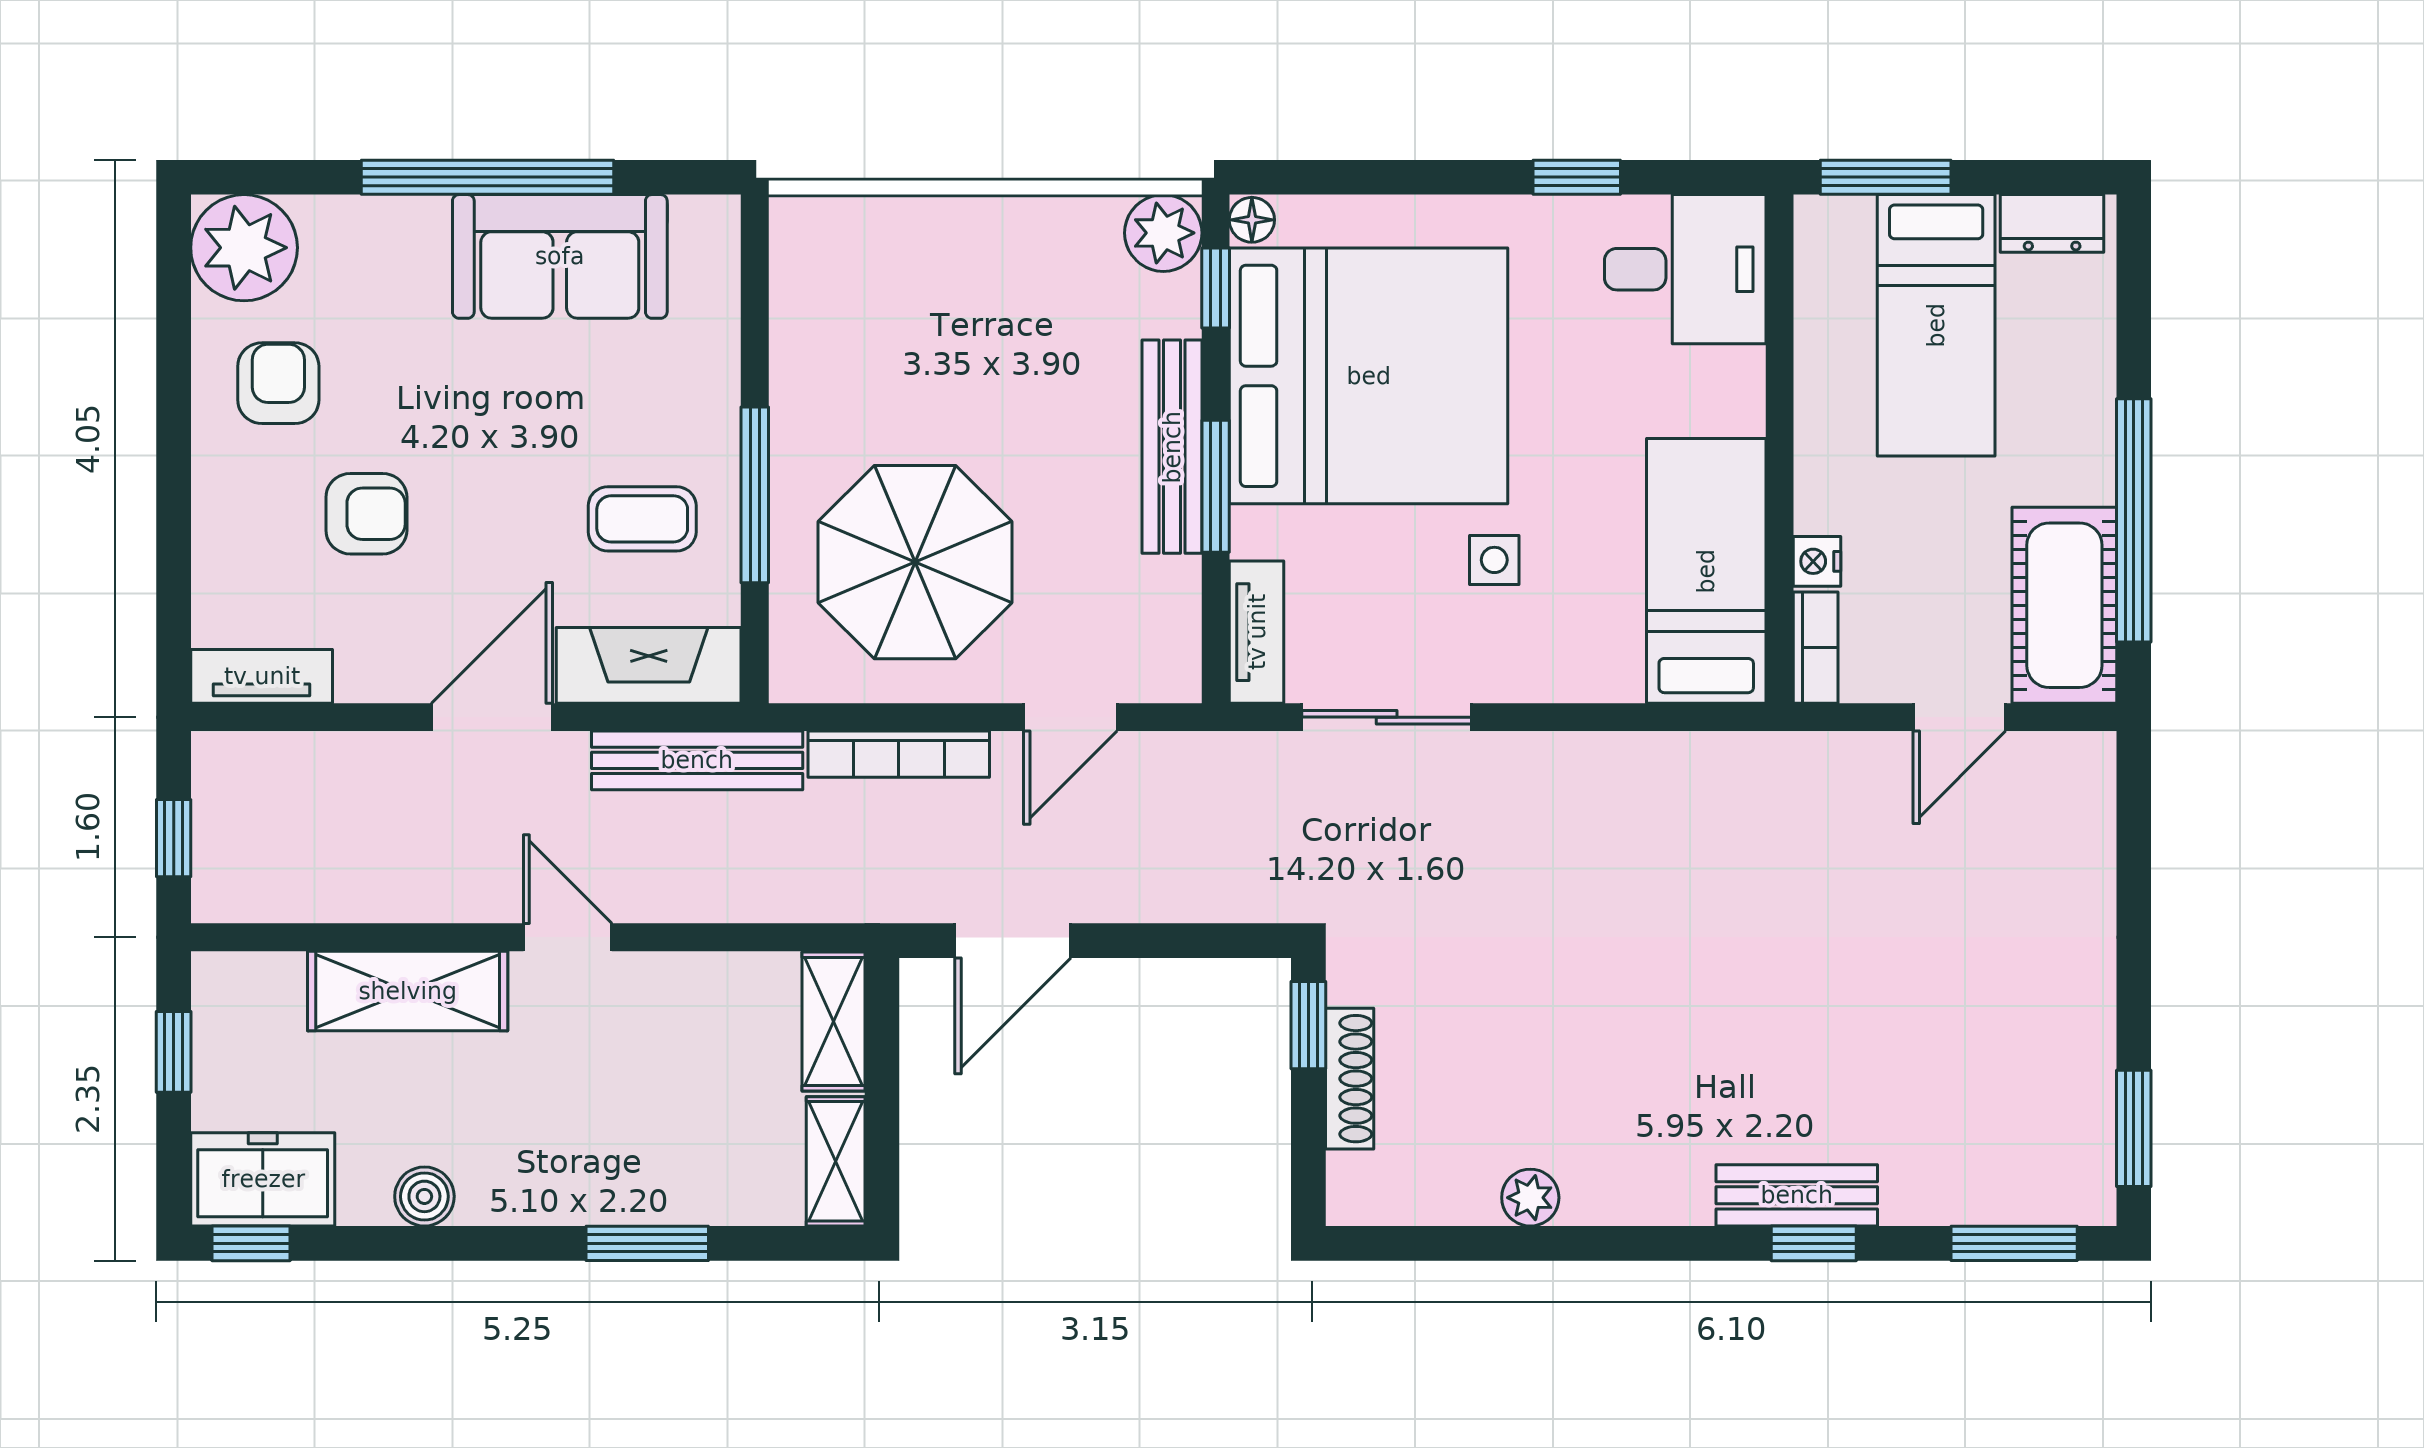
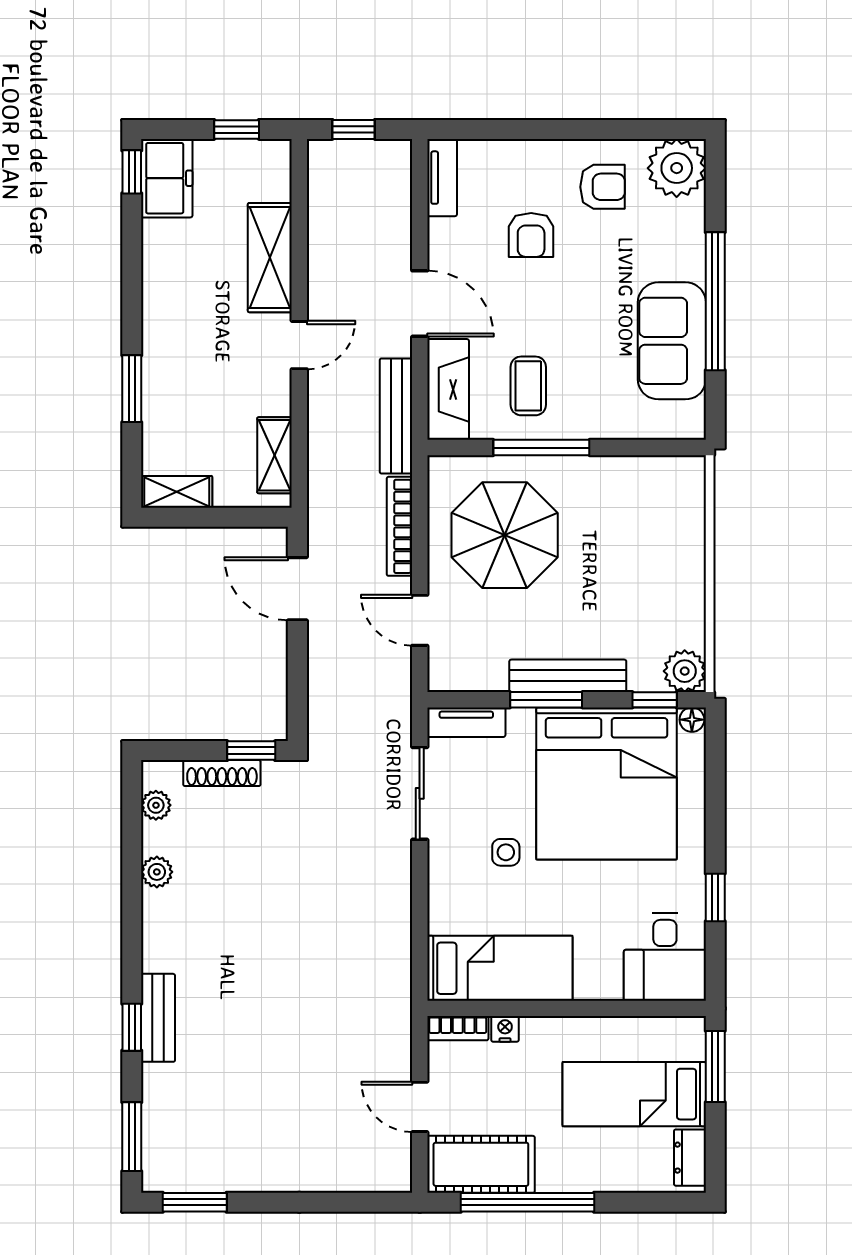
shelving: (834, 1021) -> (275, 455), moved, turned 90
boiler: (424, 1196) -> (157, 267), removed
plant: (1408, 1199) -> (156, 805), added

